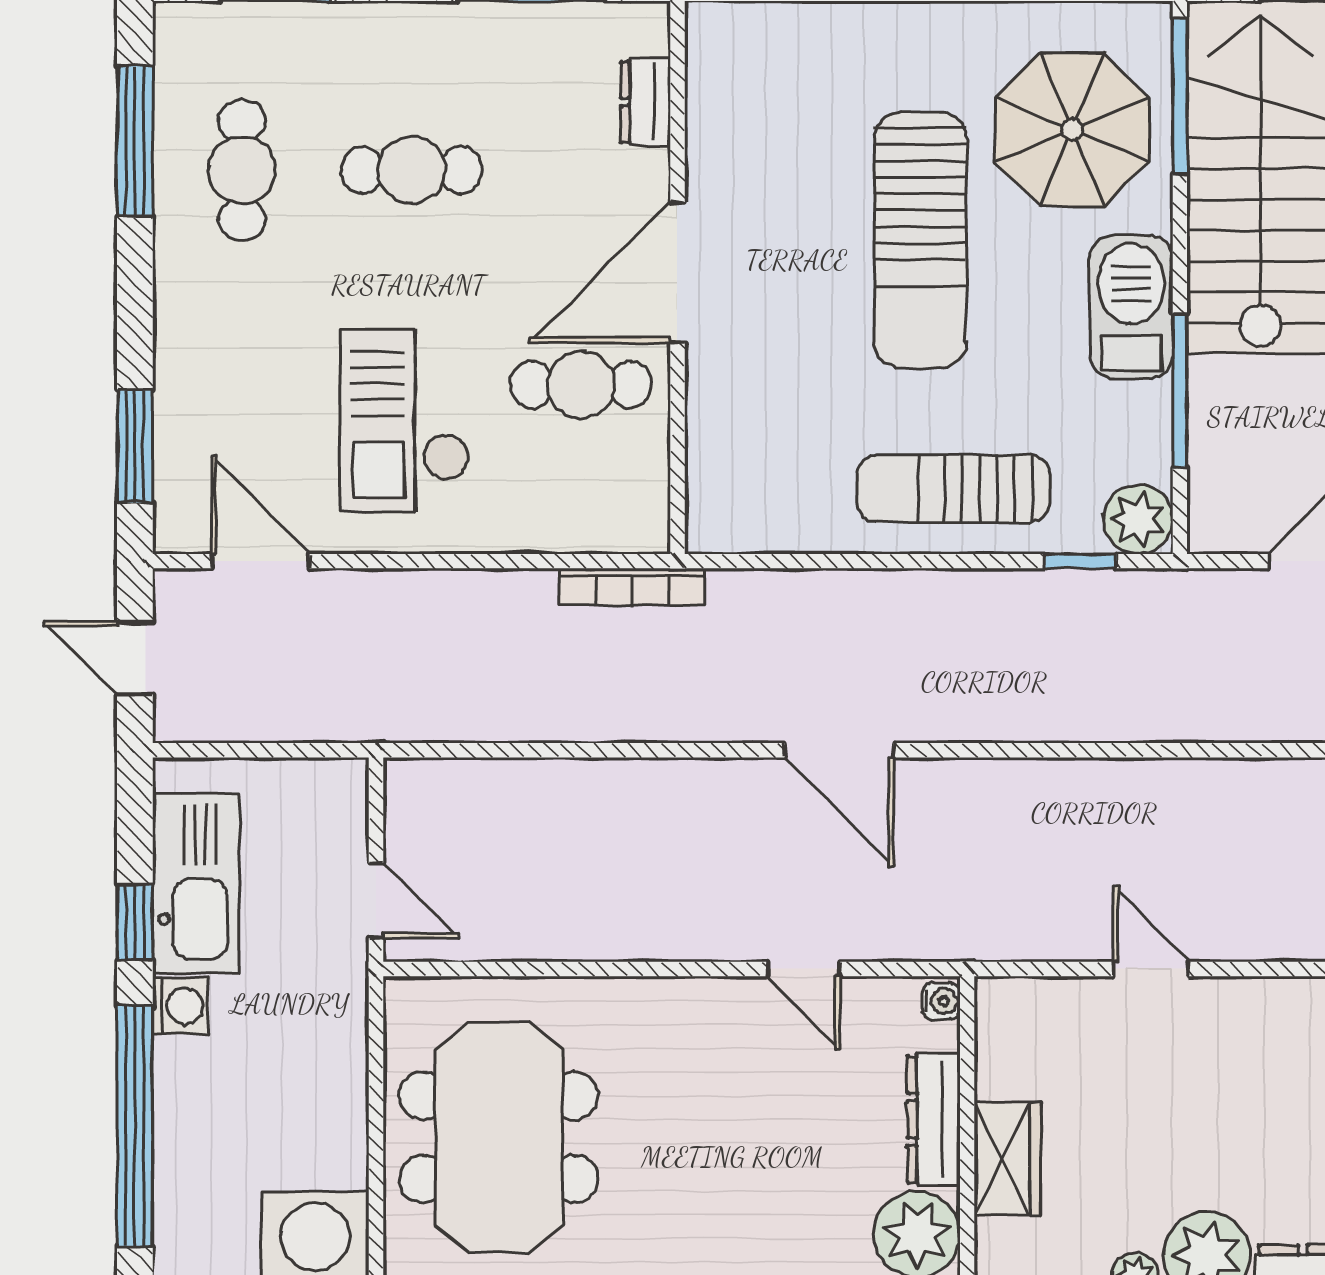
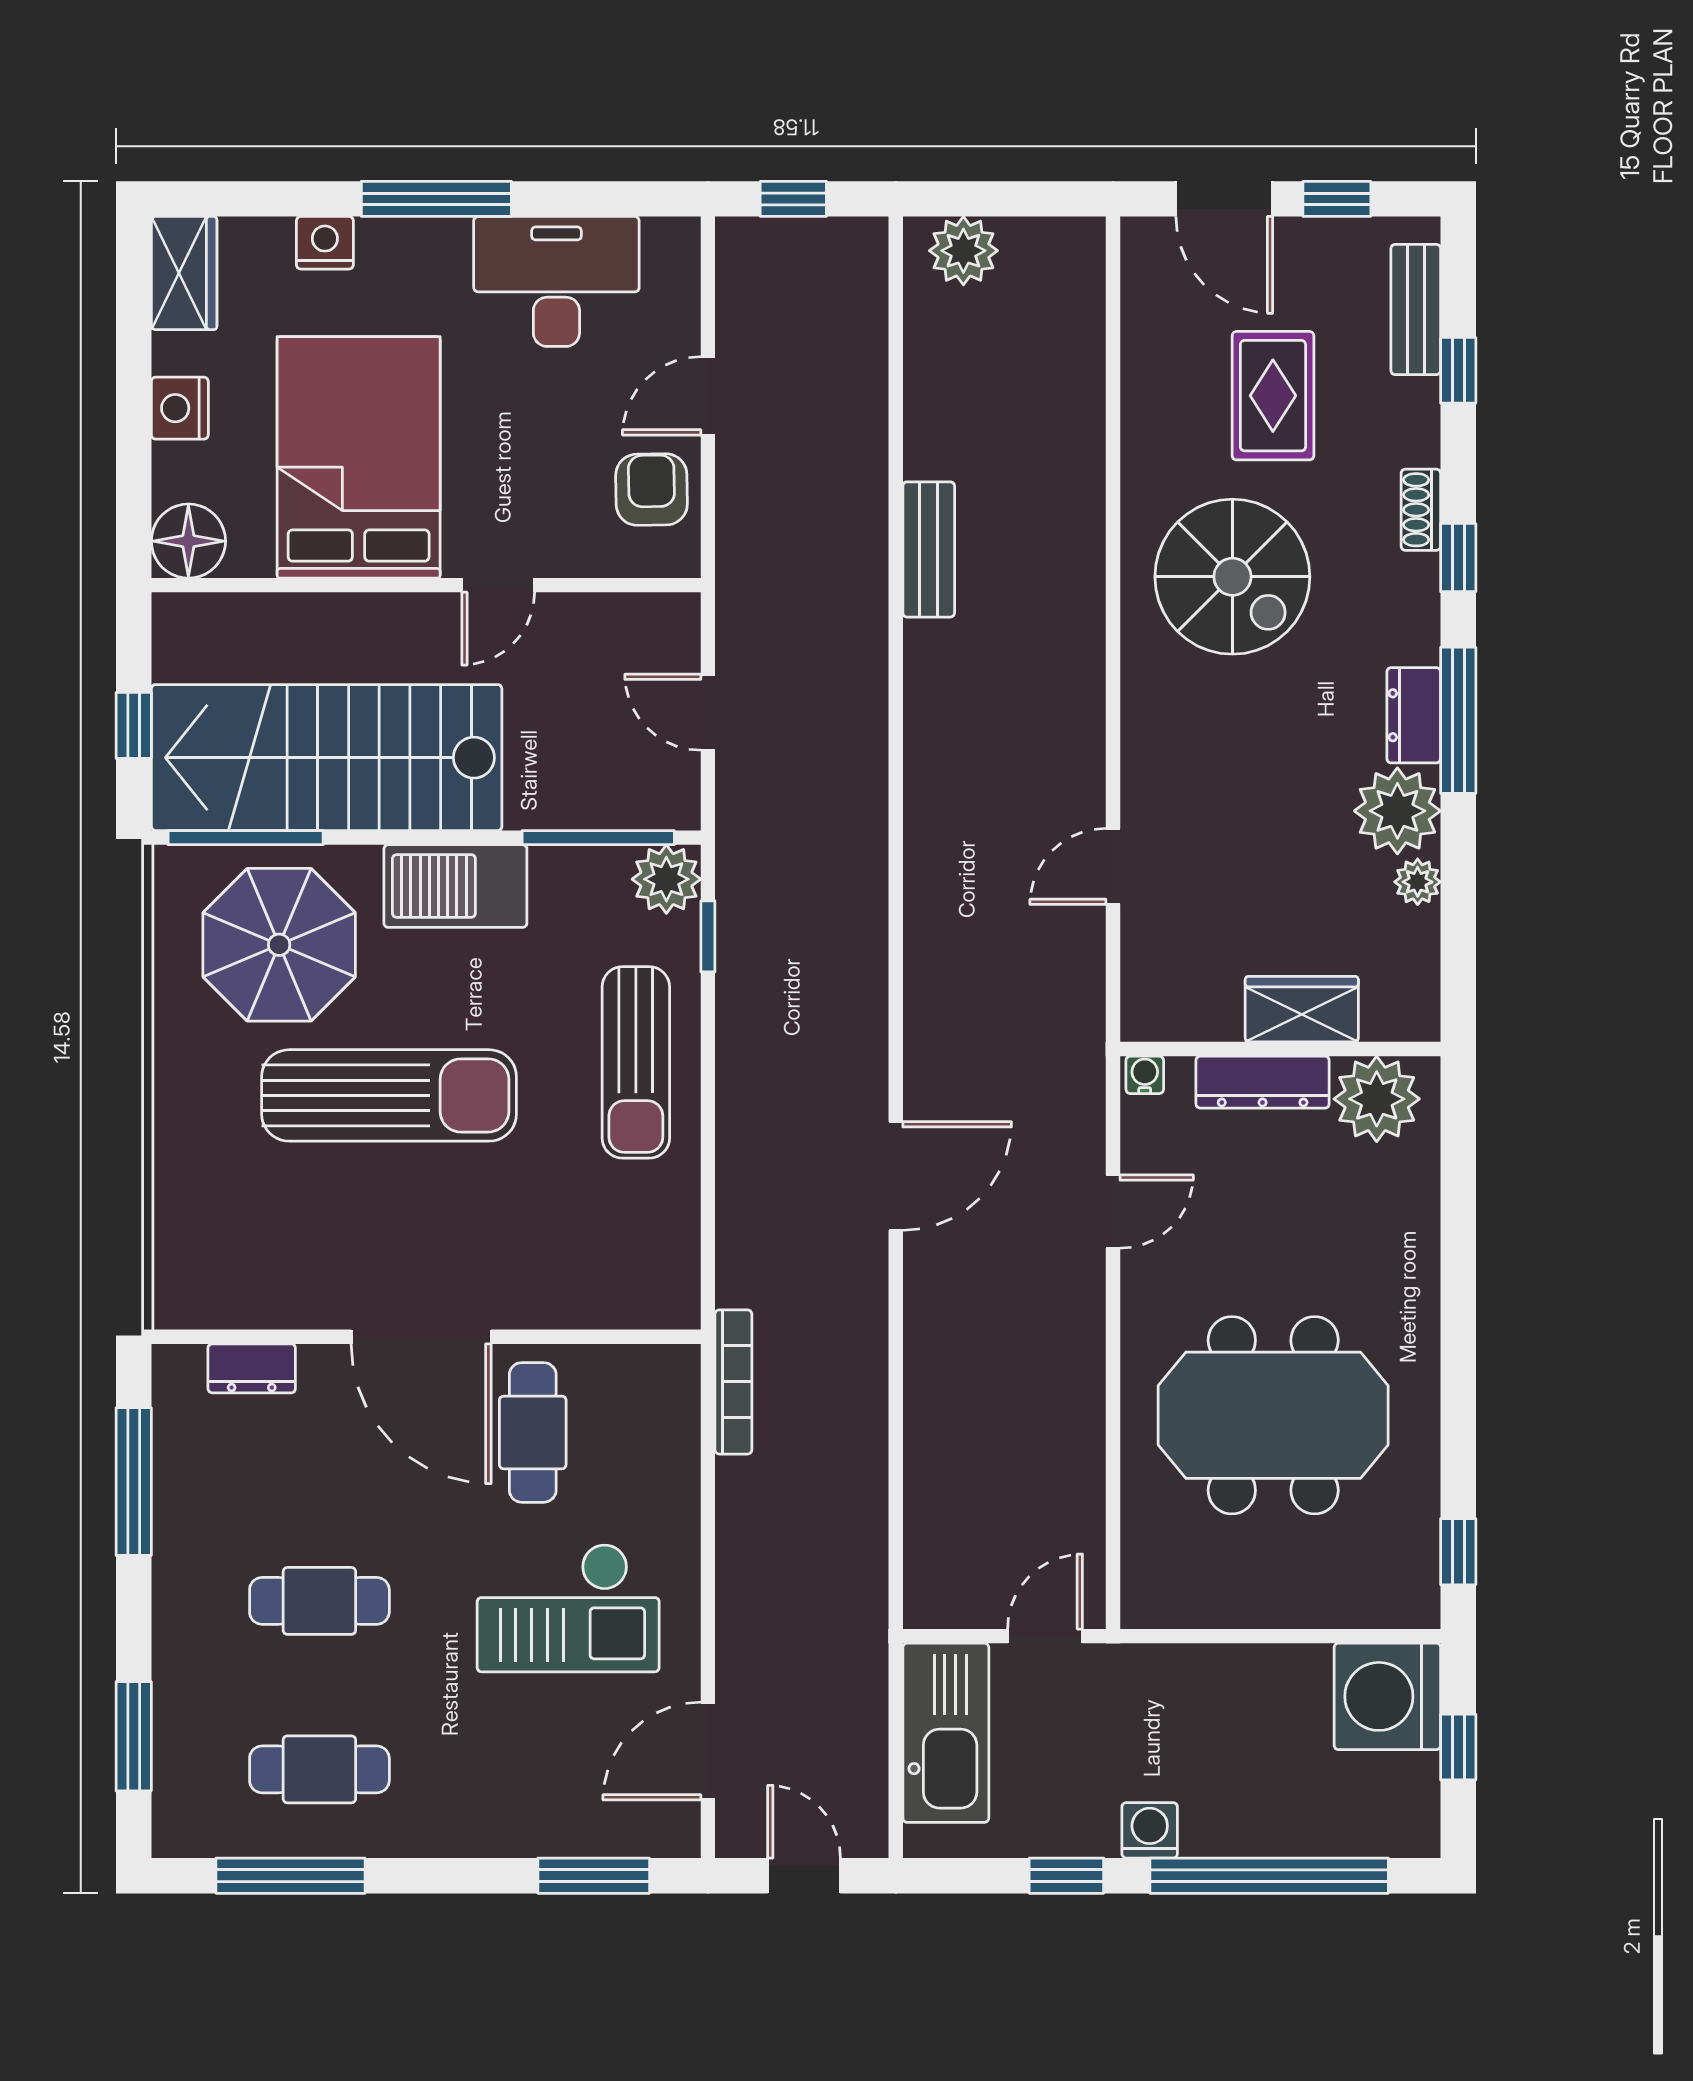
cafe table: (411, 170) -> (319, 1601), turned 90
window: (1180, 391) -> (598, 838), moved
door: (135, 658) -> (804, 1876), swing flipped
kitchen sink: (196, 883) -> (946, 1733), moved, turned 90
meeting table: (499, 1137) -> (1273, 1415), moved

